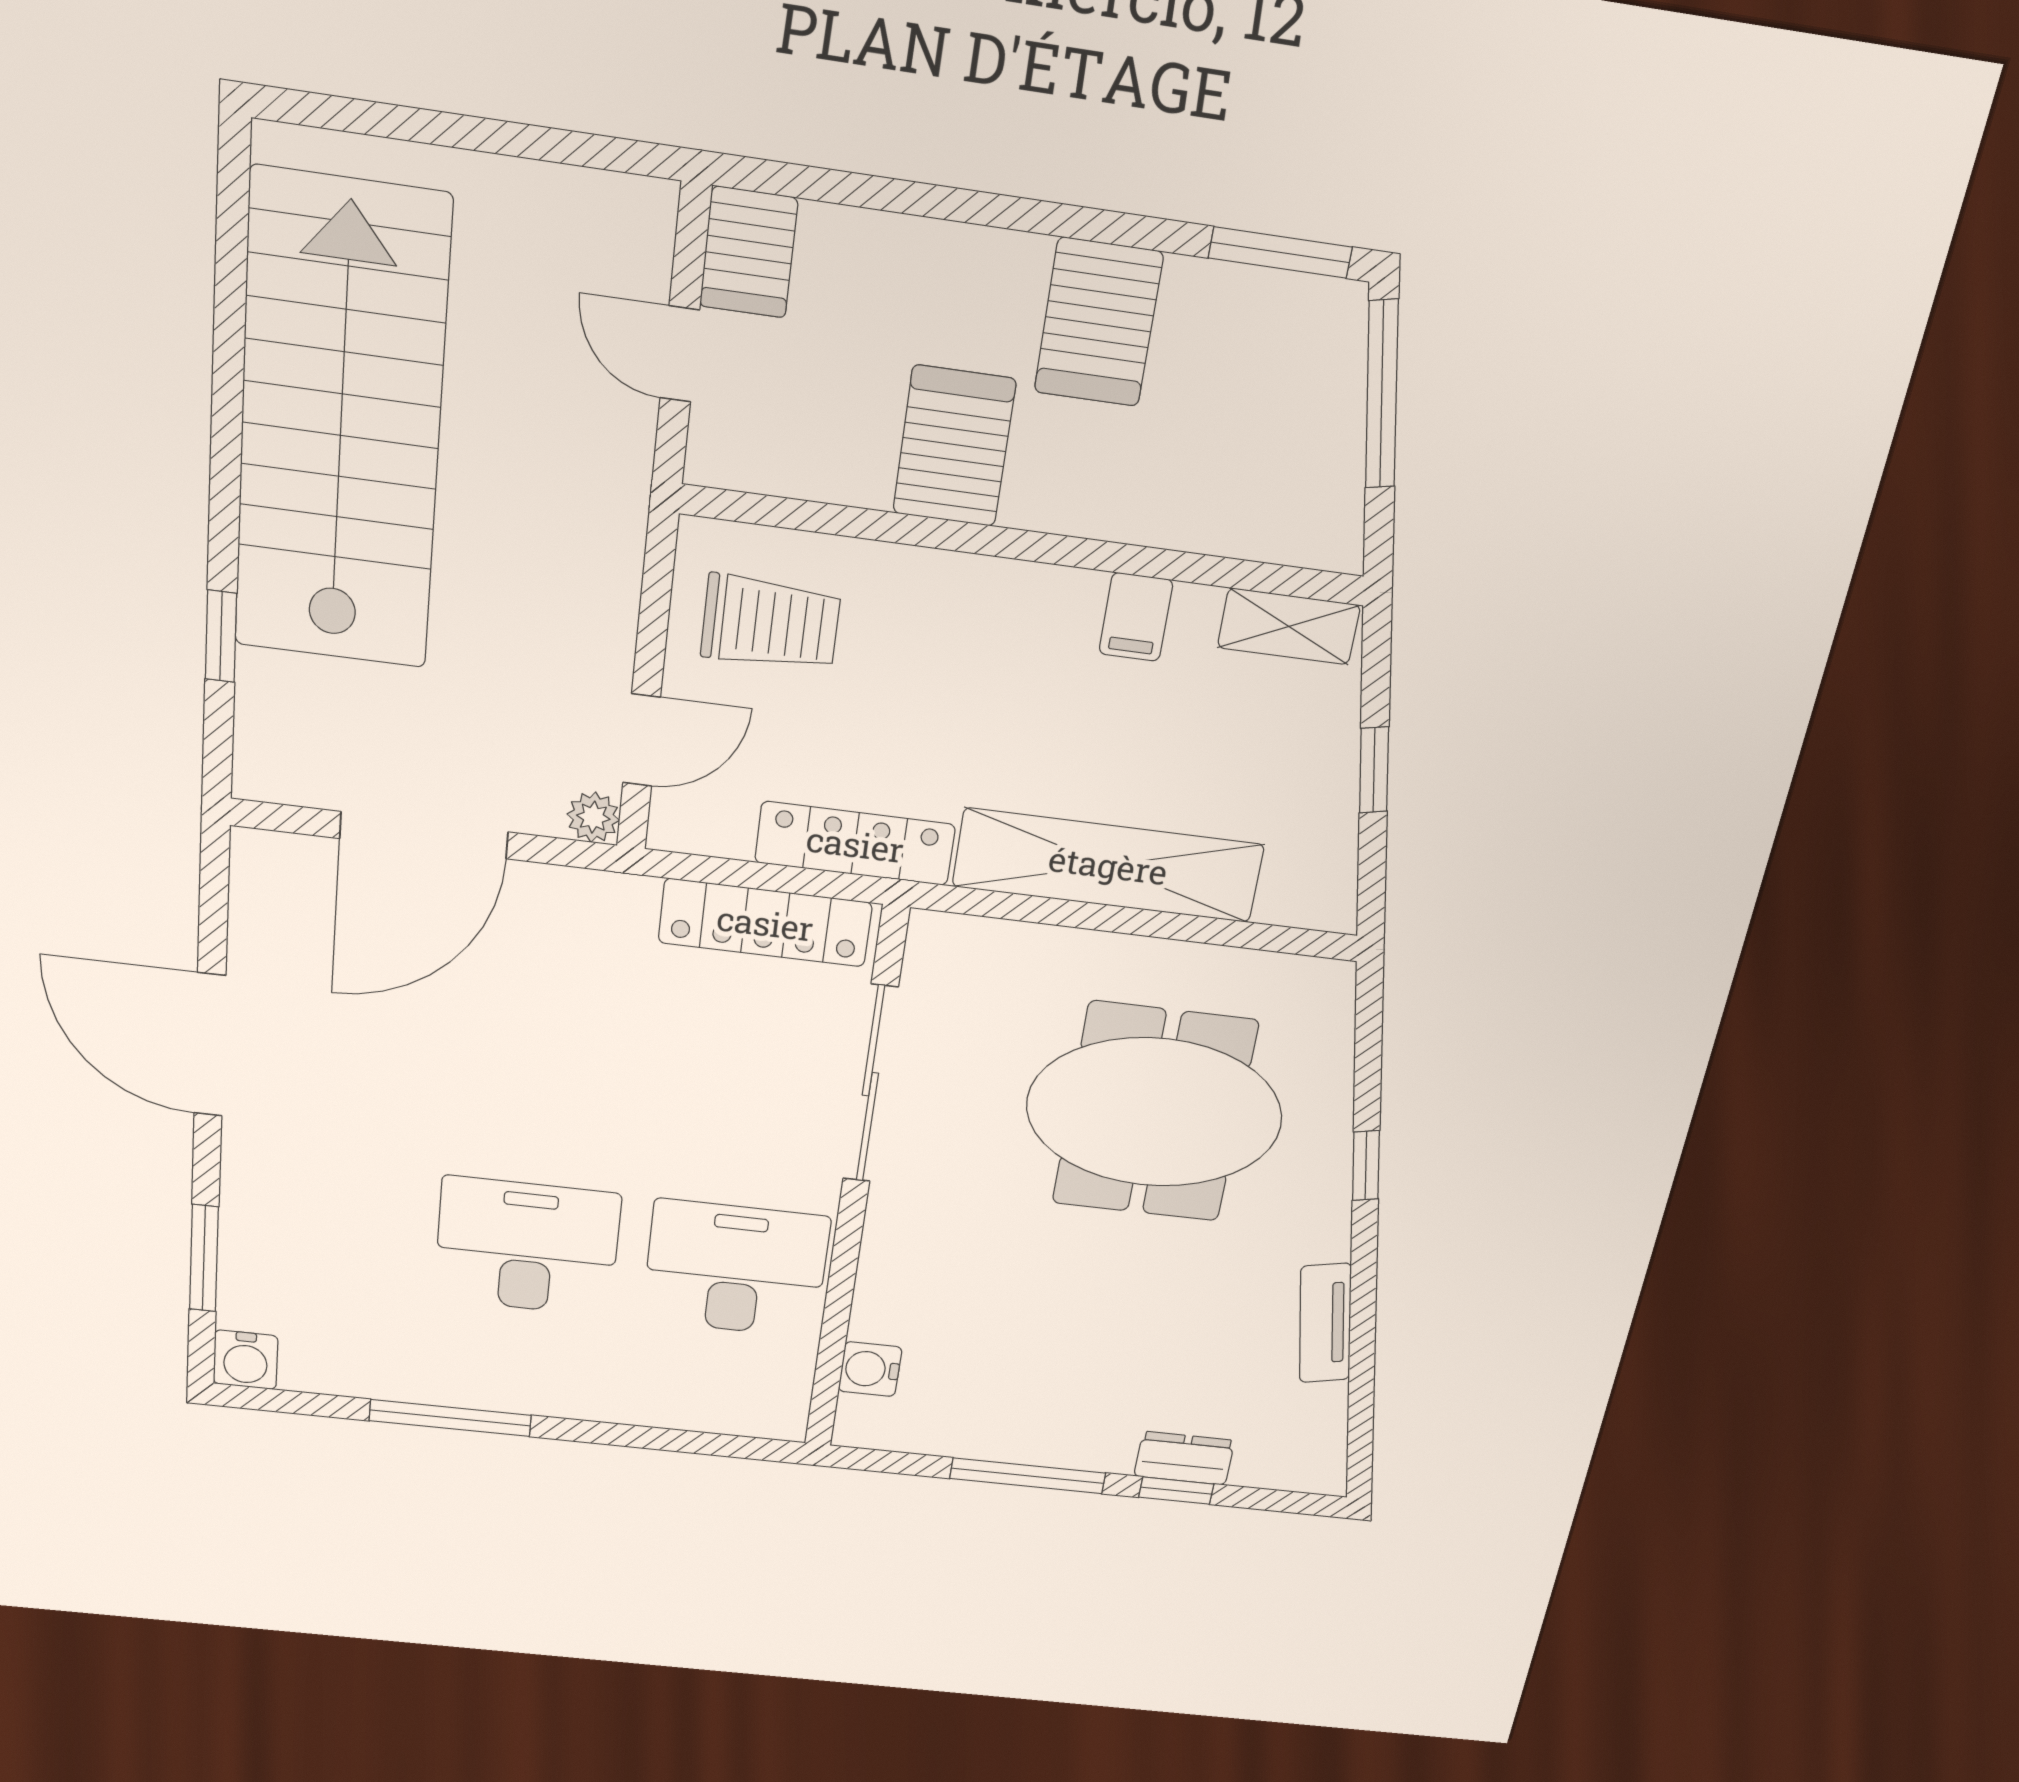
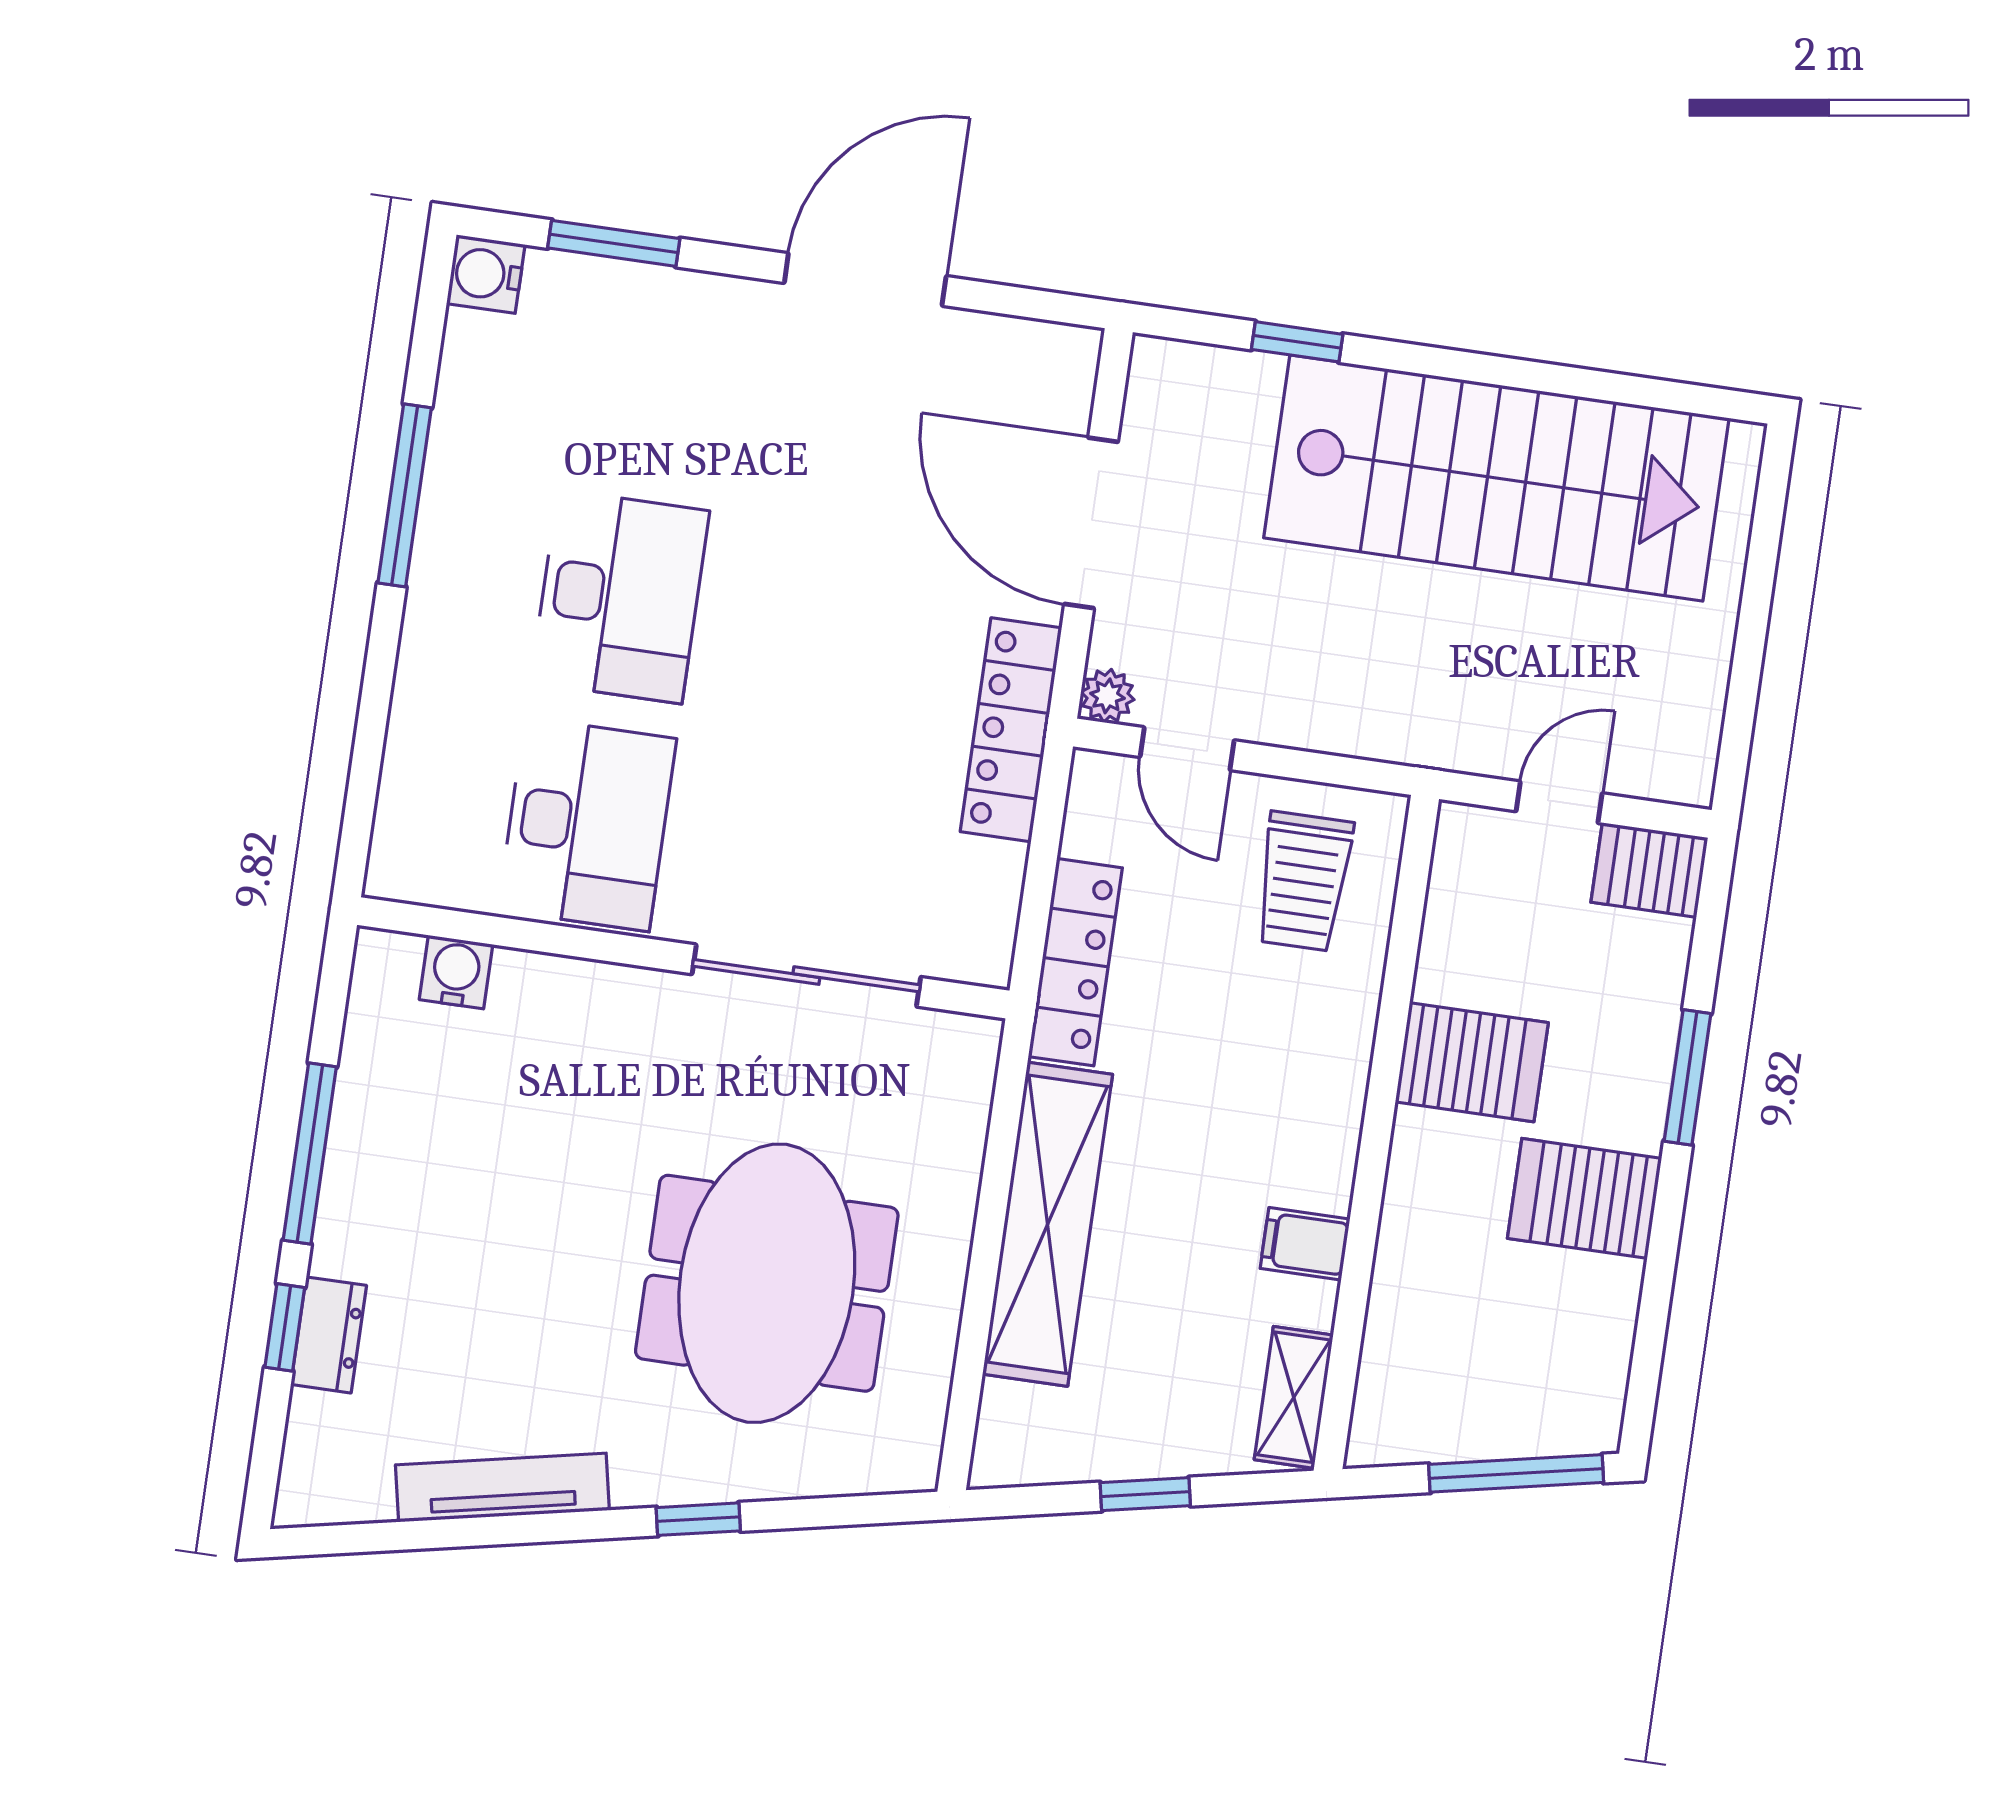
window: (1280, 252) -> (1688, 1077), moved
locker: (765, 923) -> (1011, 730), moved
tv unit: (1325, 1323) -> (502, 1487), width x1.41

